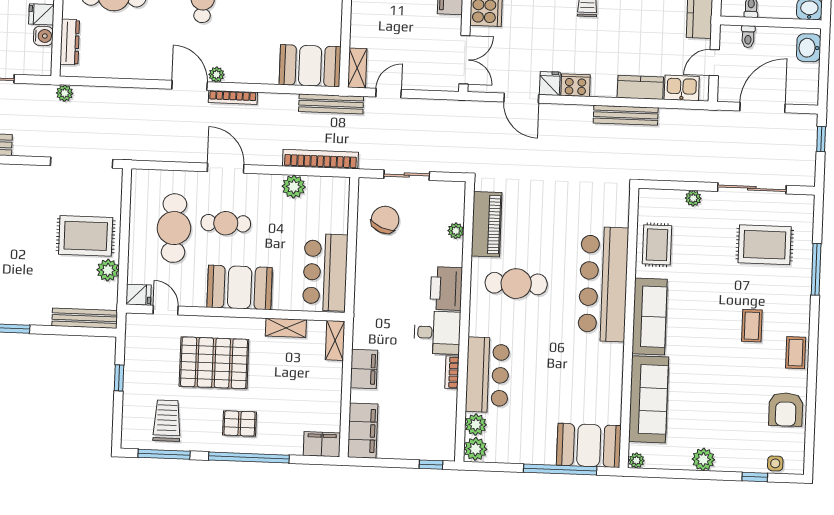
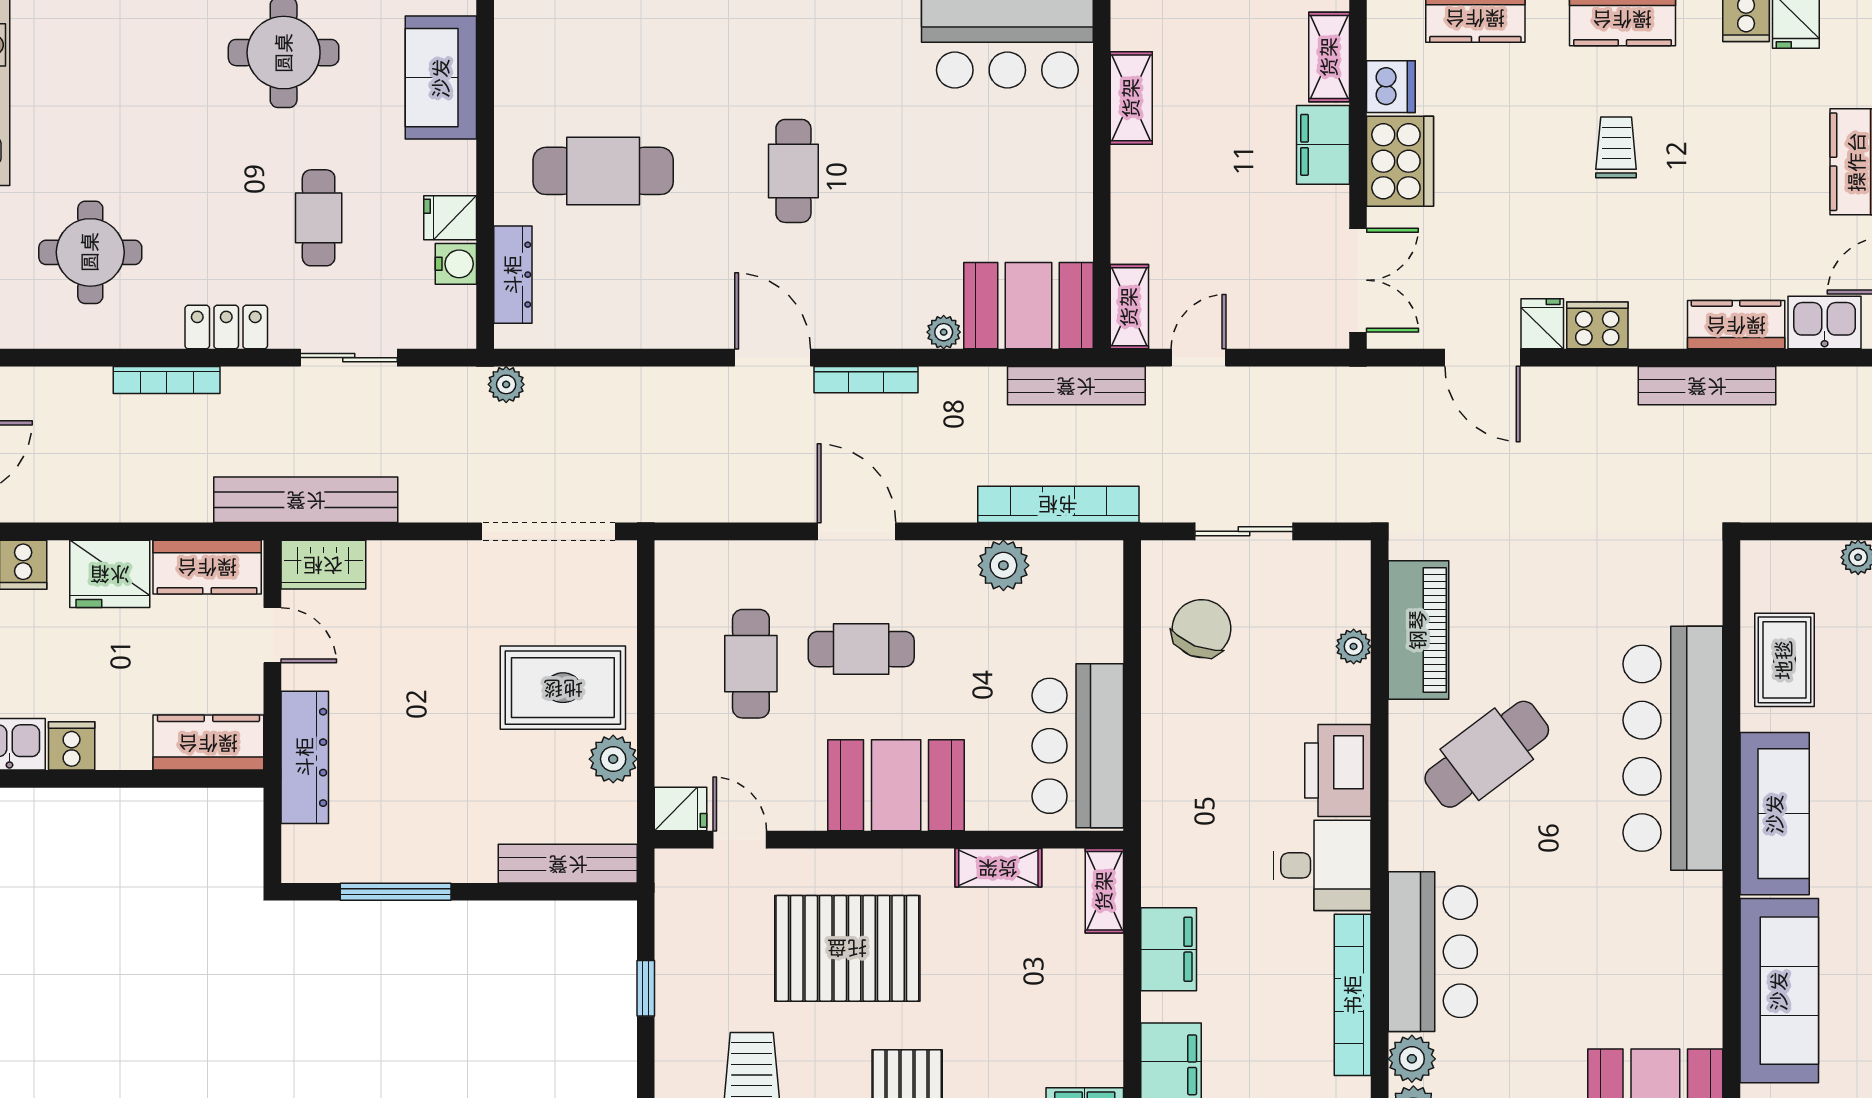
plant: (216, 75) -> (944, 332), moved
cafe table: (174, 228) -> (751, 664), width x0.73, depth x0.74
cafe table: (516, 284) -> (1487, 754), turned -37
bookcase: (452, 372) -> (1353, 995), width x2.31, depth x1.31

